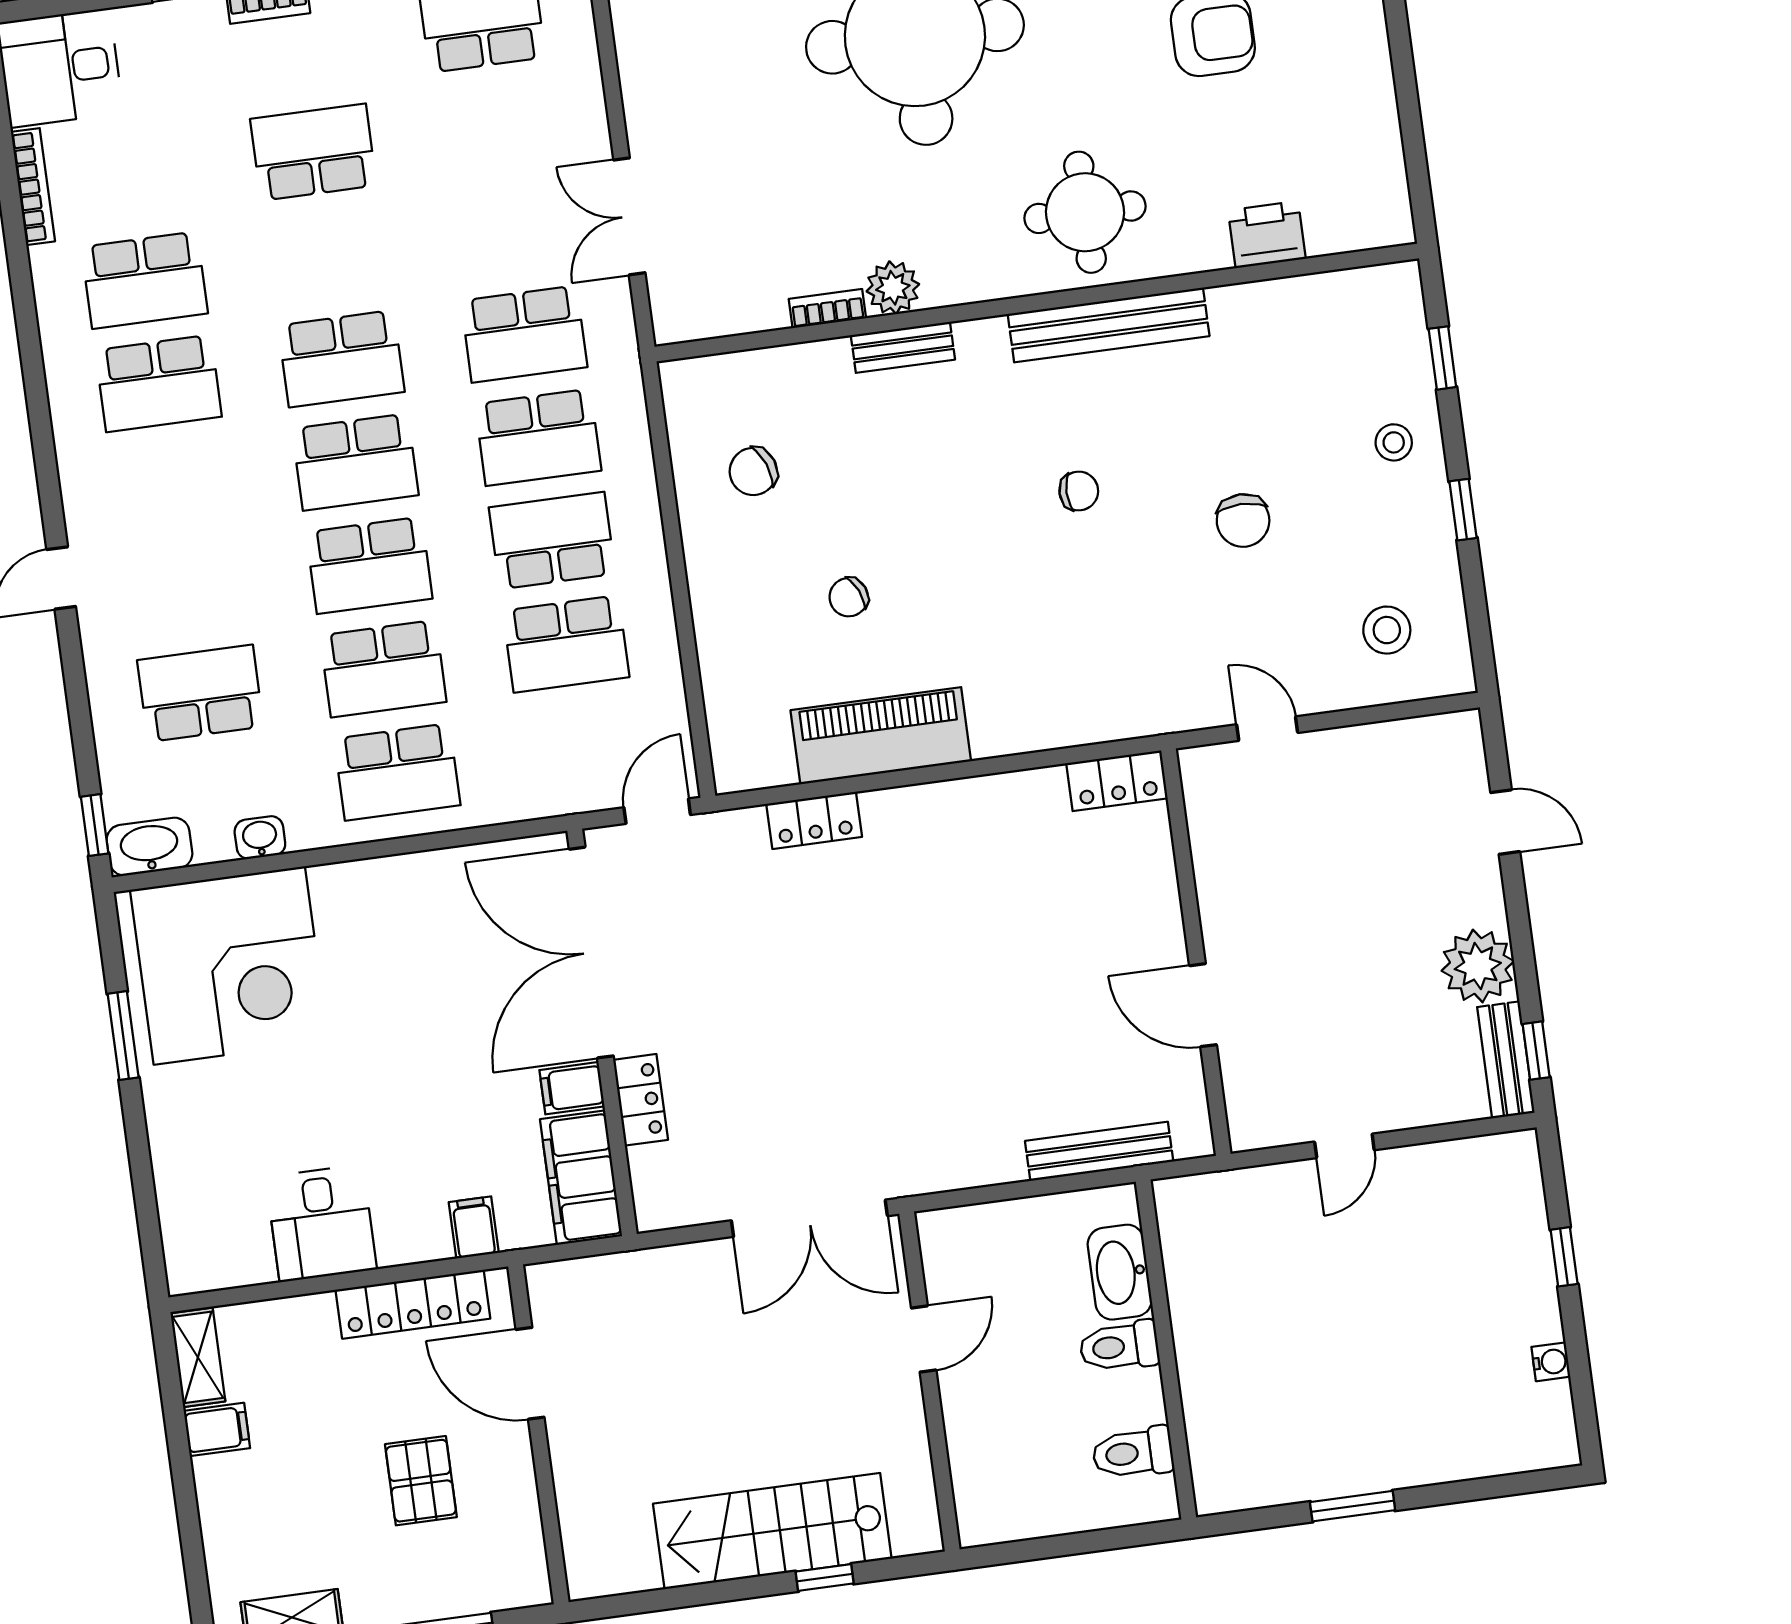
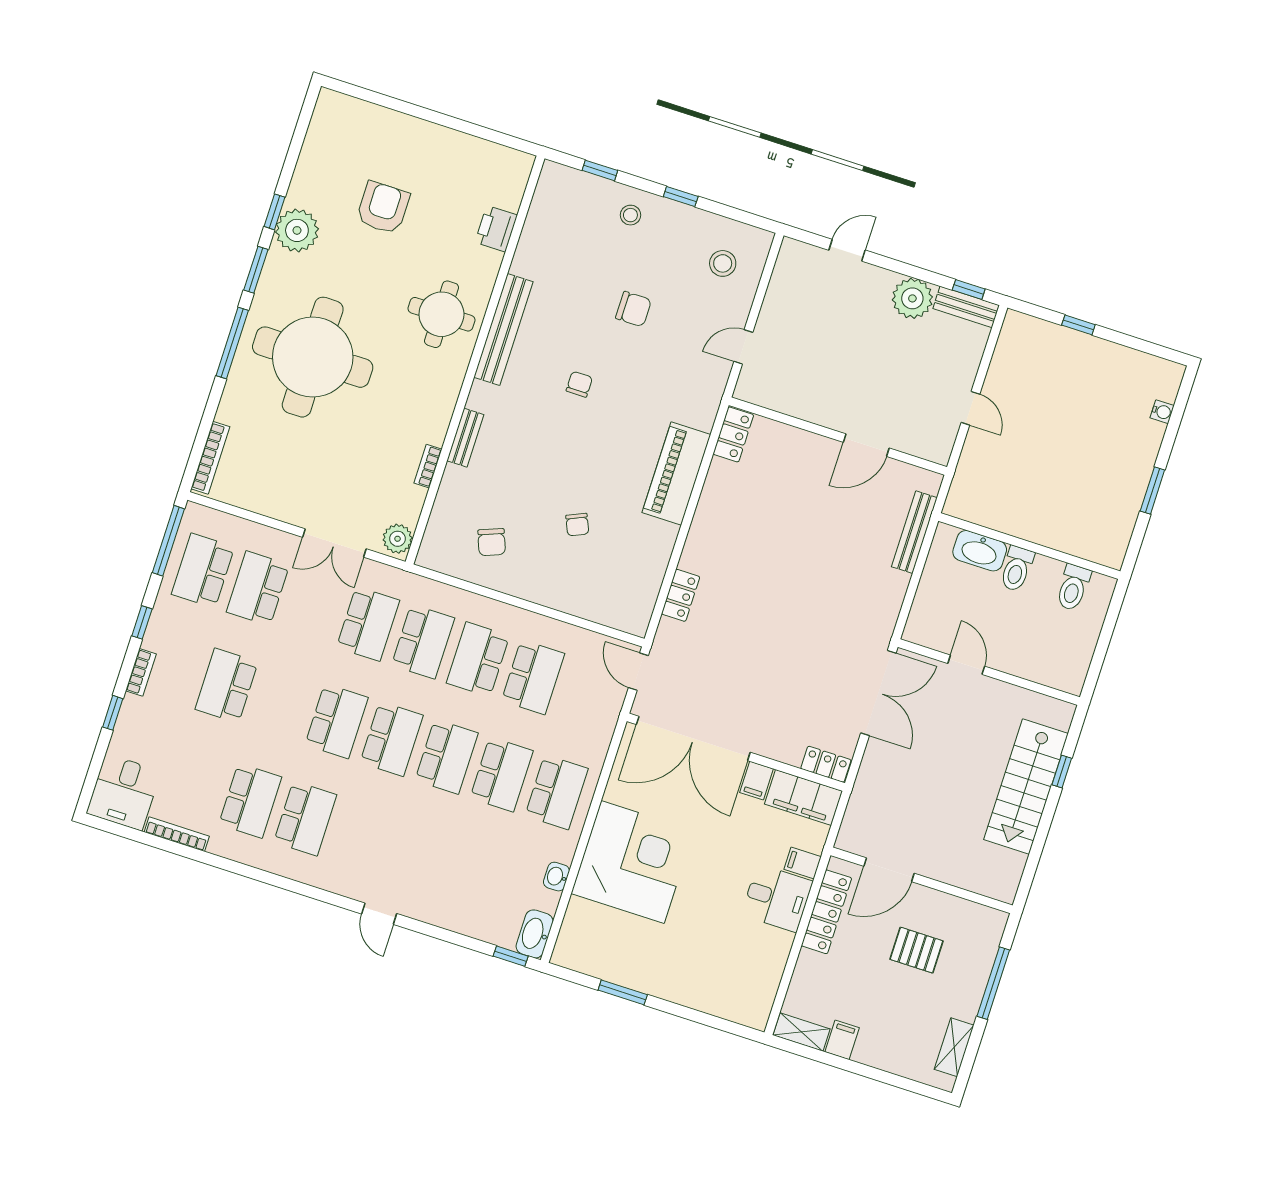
plant: (893, 288) -> (398, 539), moved
school desk: (200, 693) -> (258, 588), moved
piano: (881, 736) -> (676, 474), moved
corner desk: (229, 965) -> (633, 862), moved
locker: (641, 1100) -> (826, 764), moved
desk: (321, 1223) -> (777, 898), moved
water cooler: (1551, 1362) -> (1162, 412), moved, turned 90

